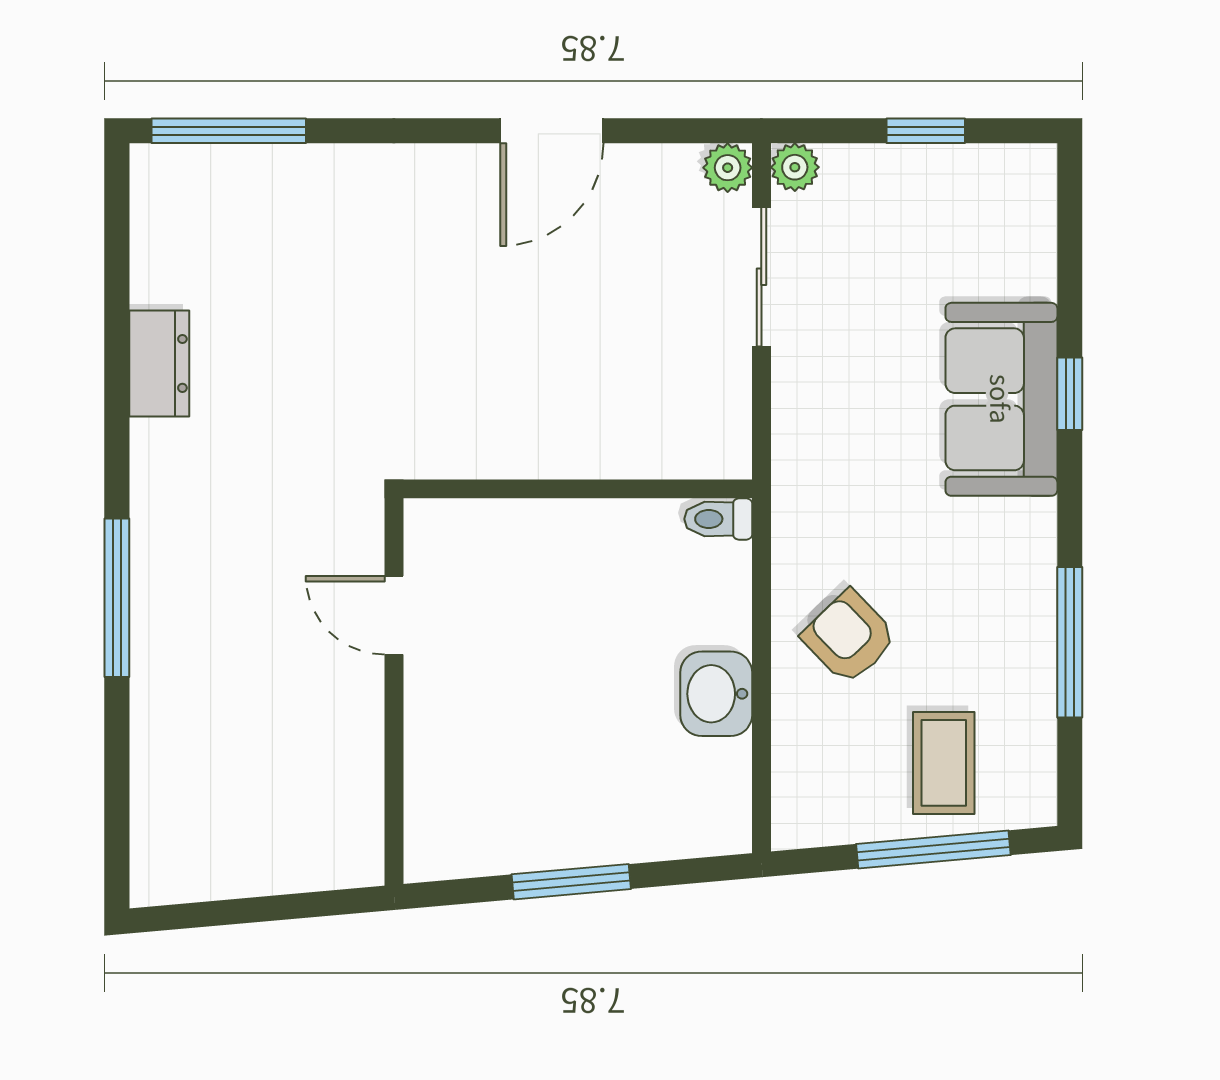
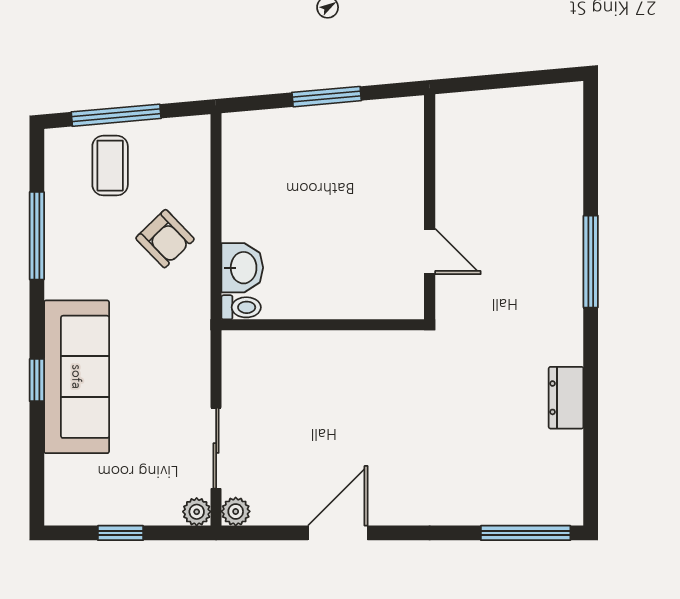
sofa: (1001, 399) -> (77, 377), width x1.36
washbasin: (716, 694) -> (242, 268), moved

